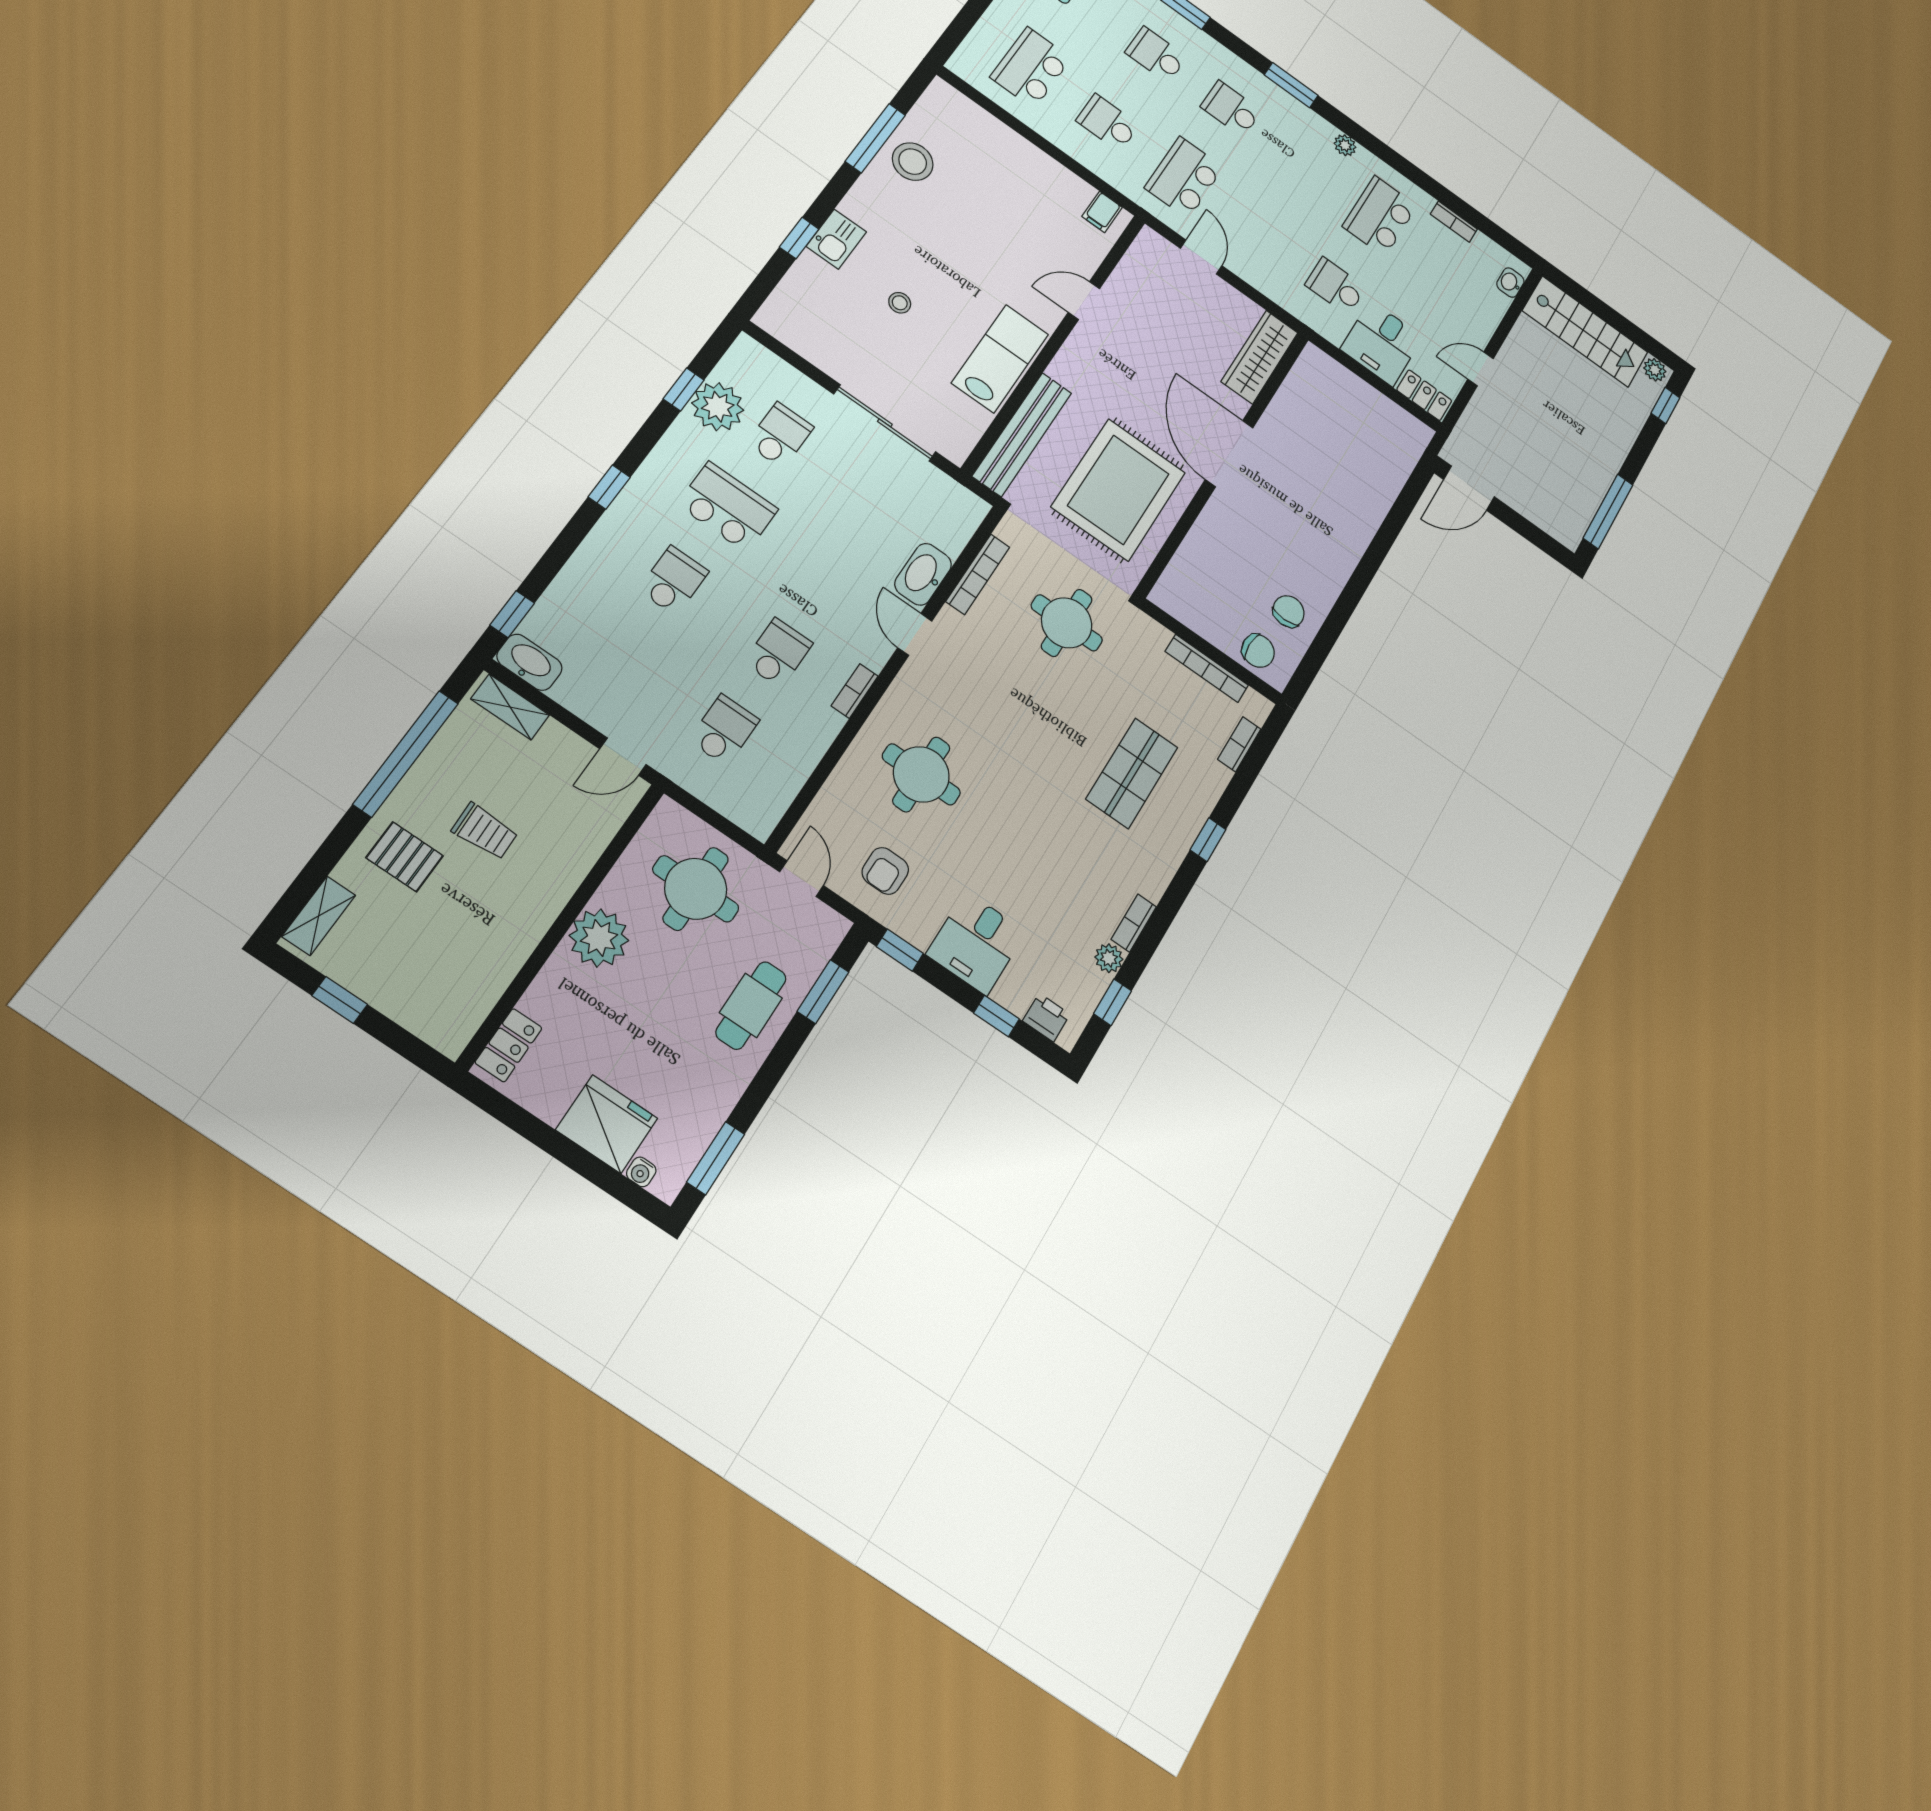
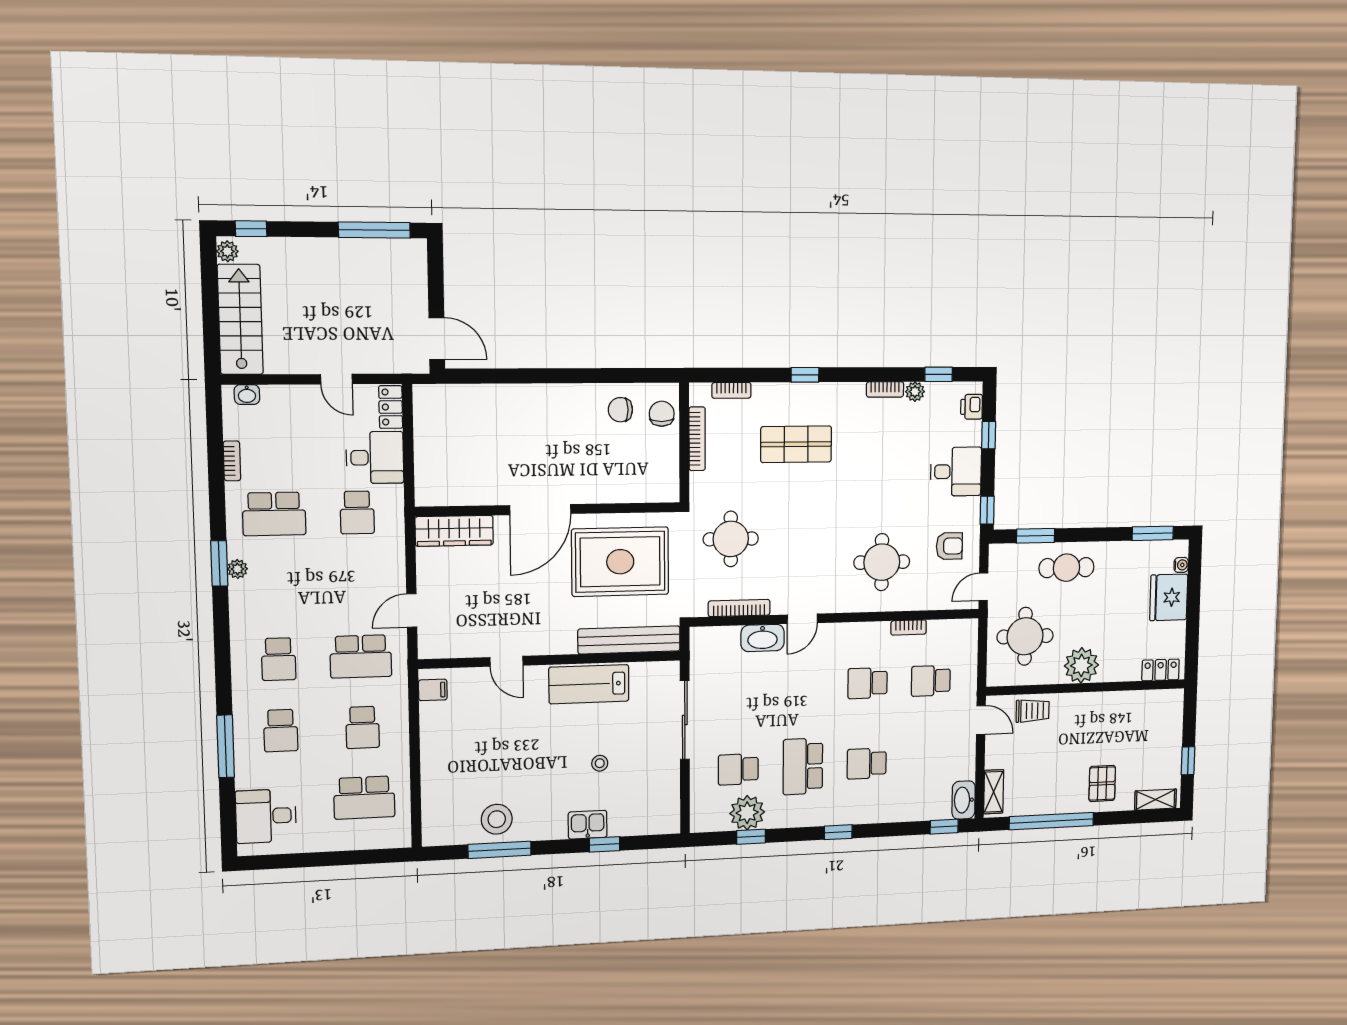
window: (1291, 85) -> (219, 563), moved
bookcase: (855, 691) -> (909, 627), moved
trolley: (485, 831) -> (1033, 711), moved, turned 92

